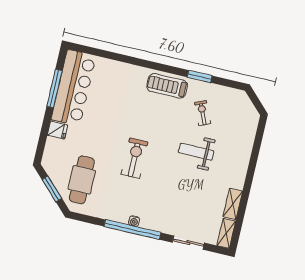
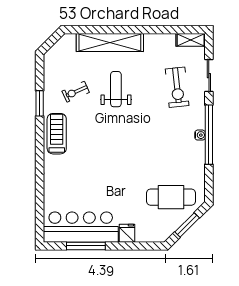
treadmill: (167, 86) -> (57, 134), turned 180
weight bench: (196, 152) -> (116, 89), turned 180
exercise bike: (134, 158) -> (177, 87), moved, turned -96
shelving: (233, 204) -> (110, 42), moved, width x2.20, depth x1.33

